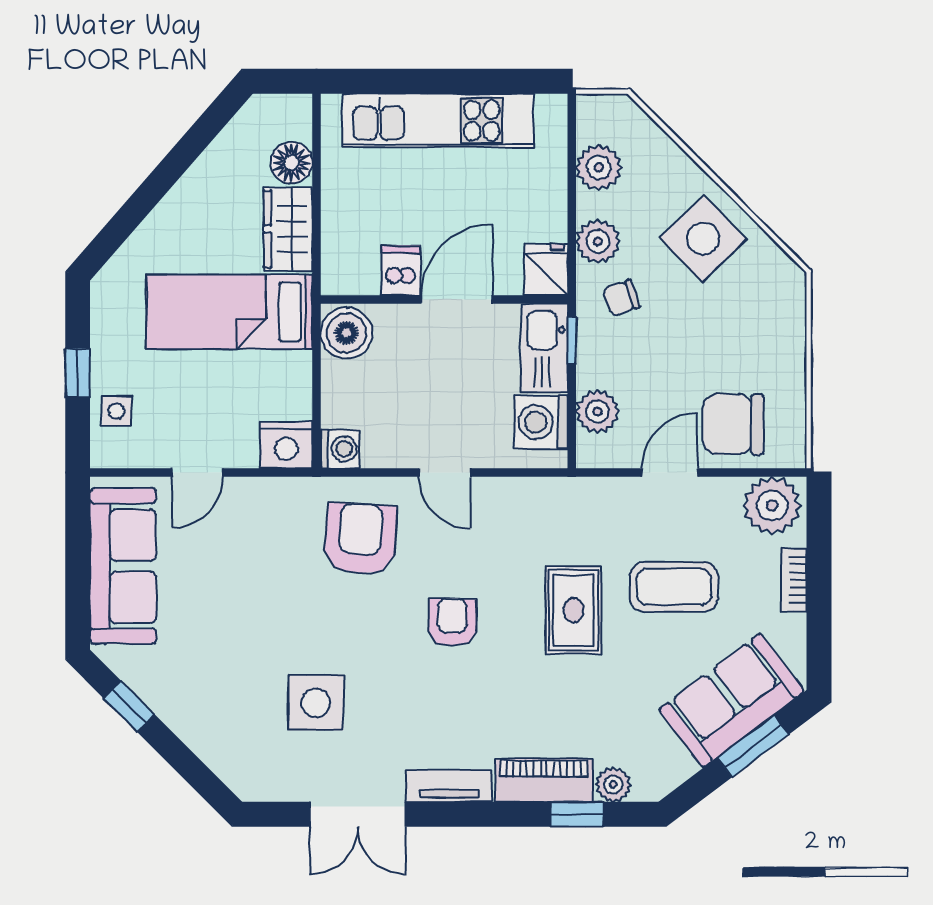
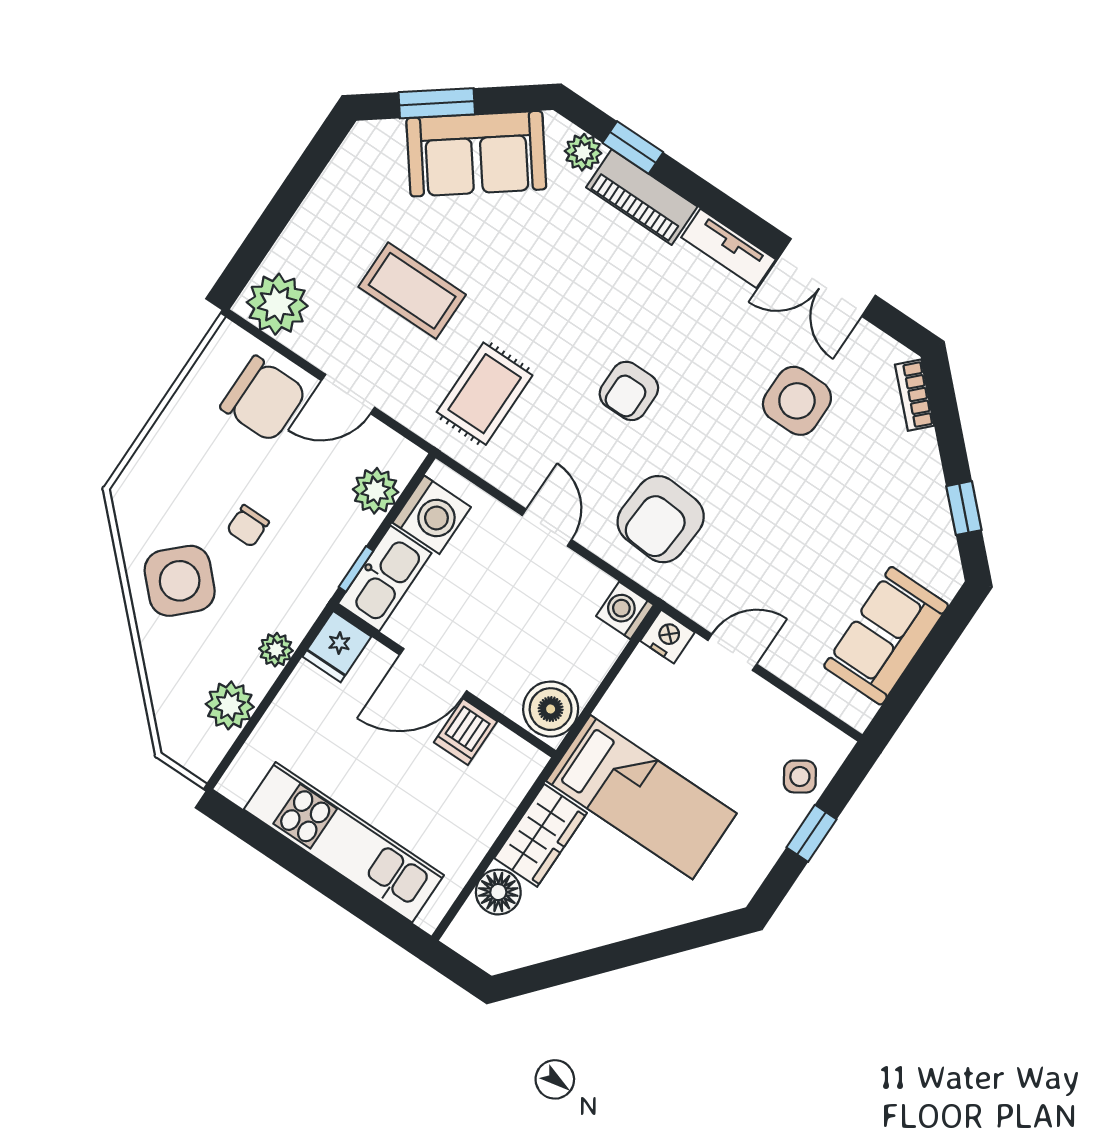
plant: (598, 241) -> (276, 650), width x0.73, depth x0.73
chair: (621, 298) -> (248, 526), moved, turned 109
side table: (117, 411) -> (800, 777), turned -33
nightstand: (286, 445) -> (668, 637), width x0.74, depth x0.75
door: (197, 473) -> (732, 652), moved
sofa: (123, 566) -> (886, 636), width x0.73
bookcase: (794, 580) -> (915, 395), moved, turned 135
rug: (574, 610) -> (485, 394), moved
sofa: (732, 700) -> (476, 154), moved
double door: (358, 814) -> (826, 277), swing flipped

